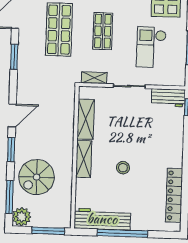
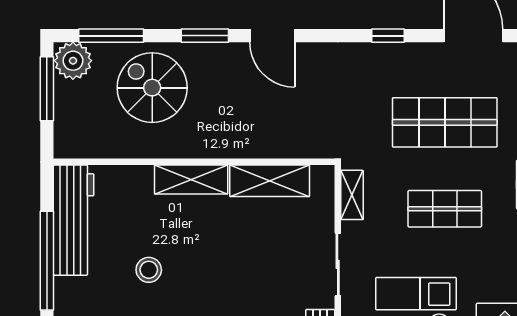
window: (14, 57) -> (388, 36), width x0.67
stool: (123, 168) -> (149, 270), moved
window: (48, 231) -> (47, 89), moved

